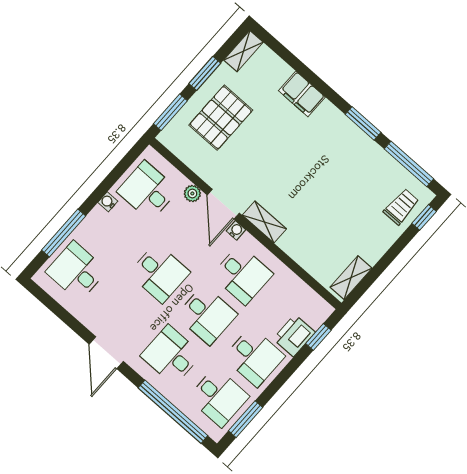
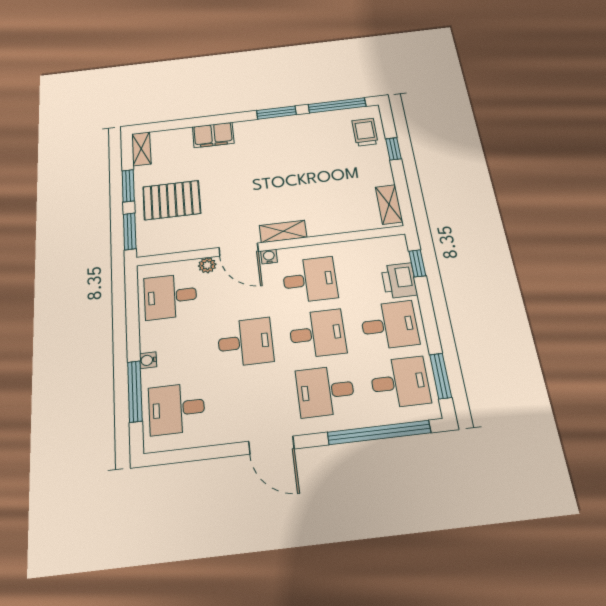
pallet: (221, 118) -> (172, 200), turned 90
water cooler: (108, 202) -> (148, 360), moved
window: (424, 217) -> (393, 149), moved

